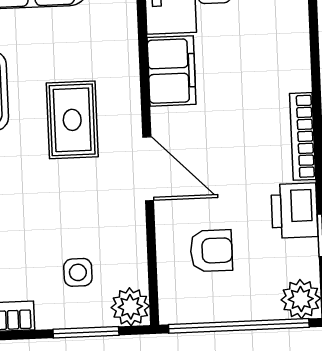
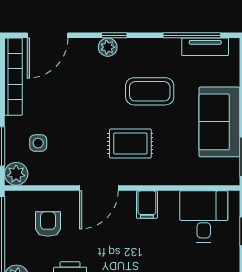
filing cabinet: (172, 71) -> (147, 205), width x0.50
armchair: (211, 251) -> (48, 224), turned 180

